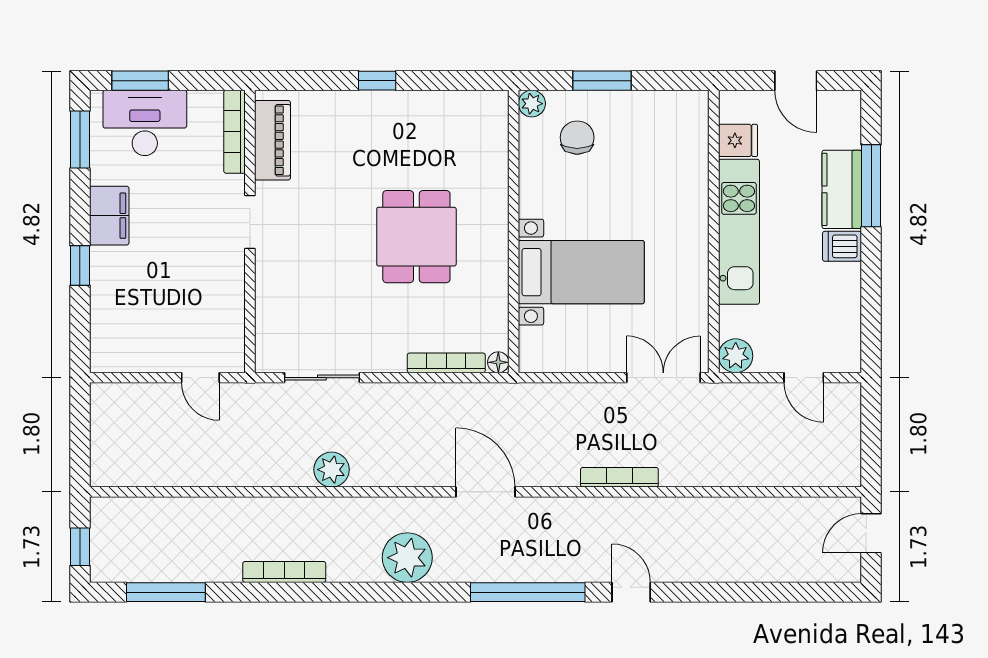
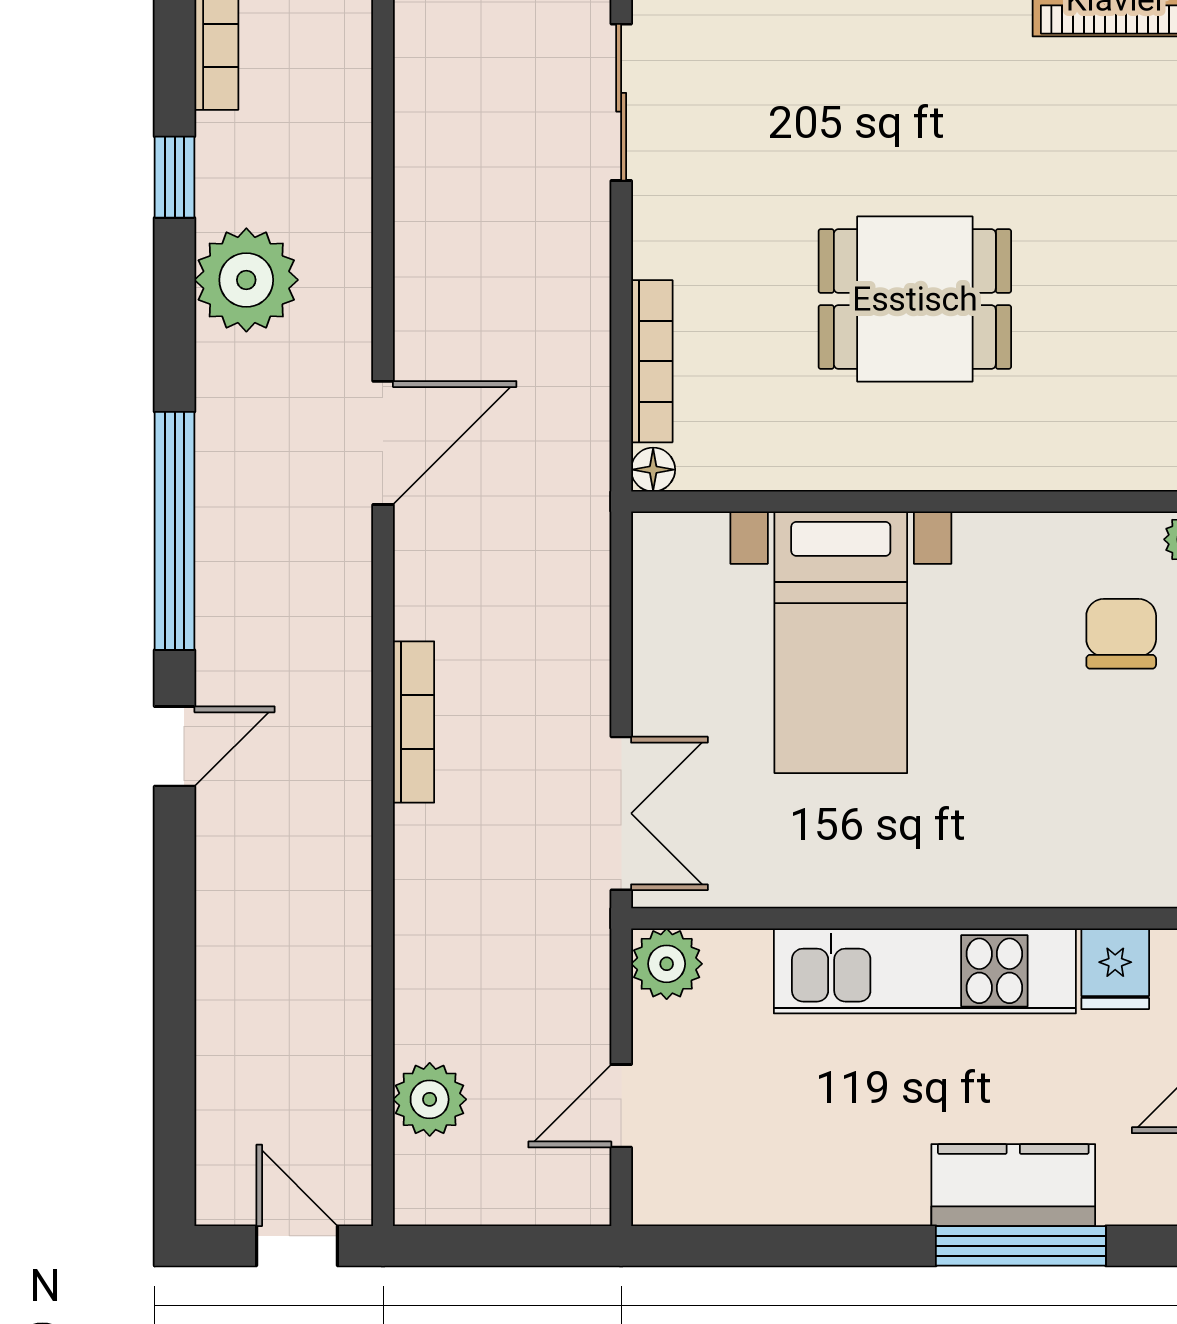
chair: (577, 138) -> (1121, 634), turned -90
dishwasher: (842, 246) -> (895, 1186), removed
plant: (332, 470) -> (430, 1099), moved
window: (358, 592) -> (175, 177), added

